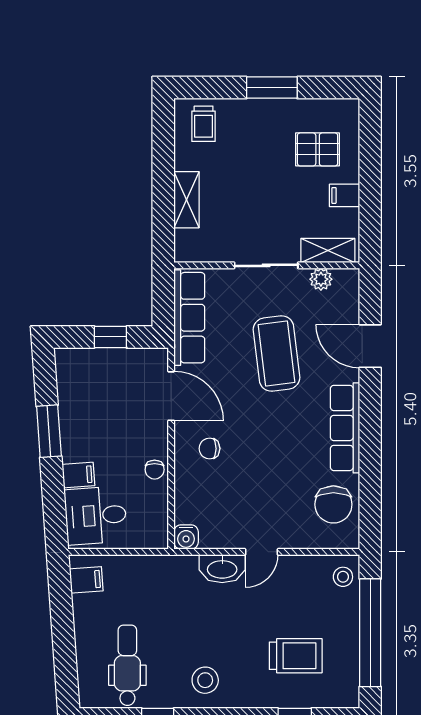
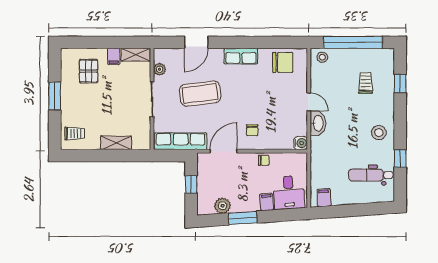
shelving: (328, 251) -> (136, 55), moved, turned 90
plant: (72, 394) -> (223, 206), added
row of seats: (345, 428) -> (241, 56), width x0.68
trolley: (296, 656) -> (366, 83), width x0.73, depth x0.72

